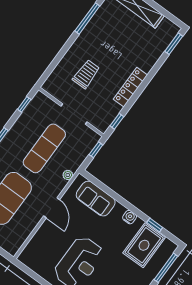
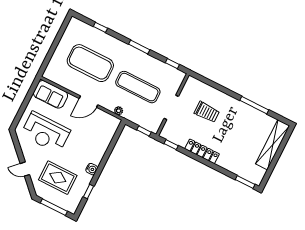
sofa: (96, 199) -> (51, 94), moved, turned -90
rug: (144, 245) -> (58, 178), moved

